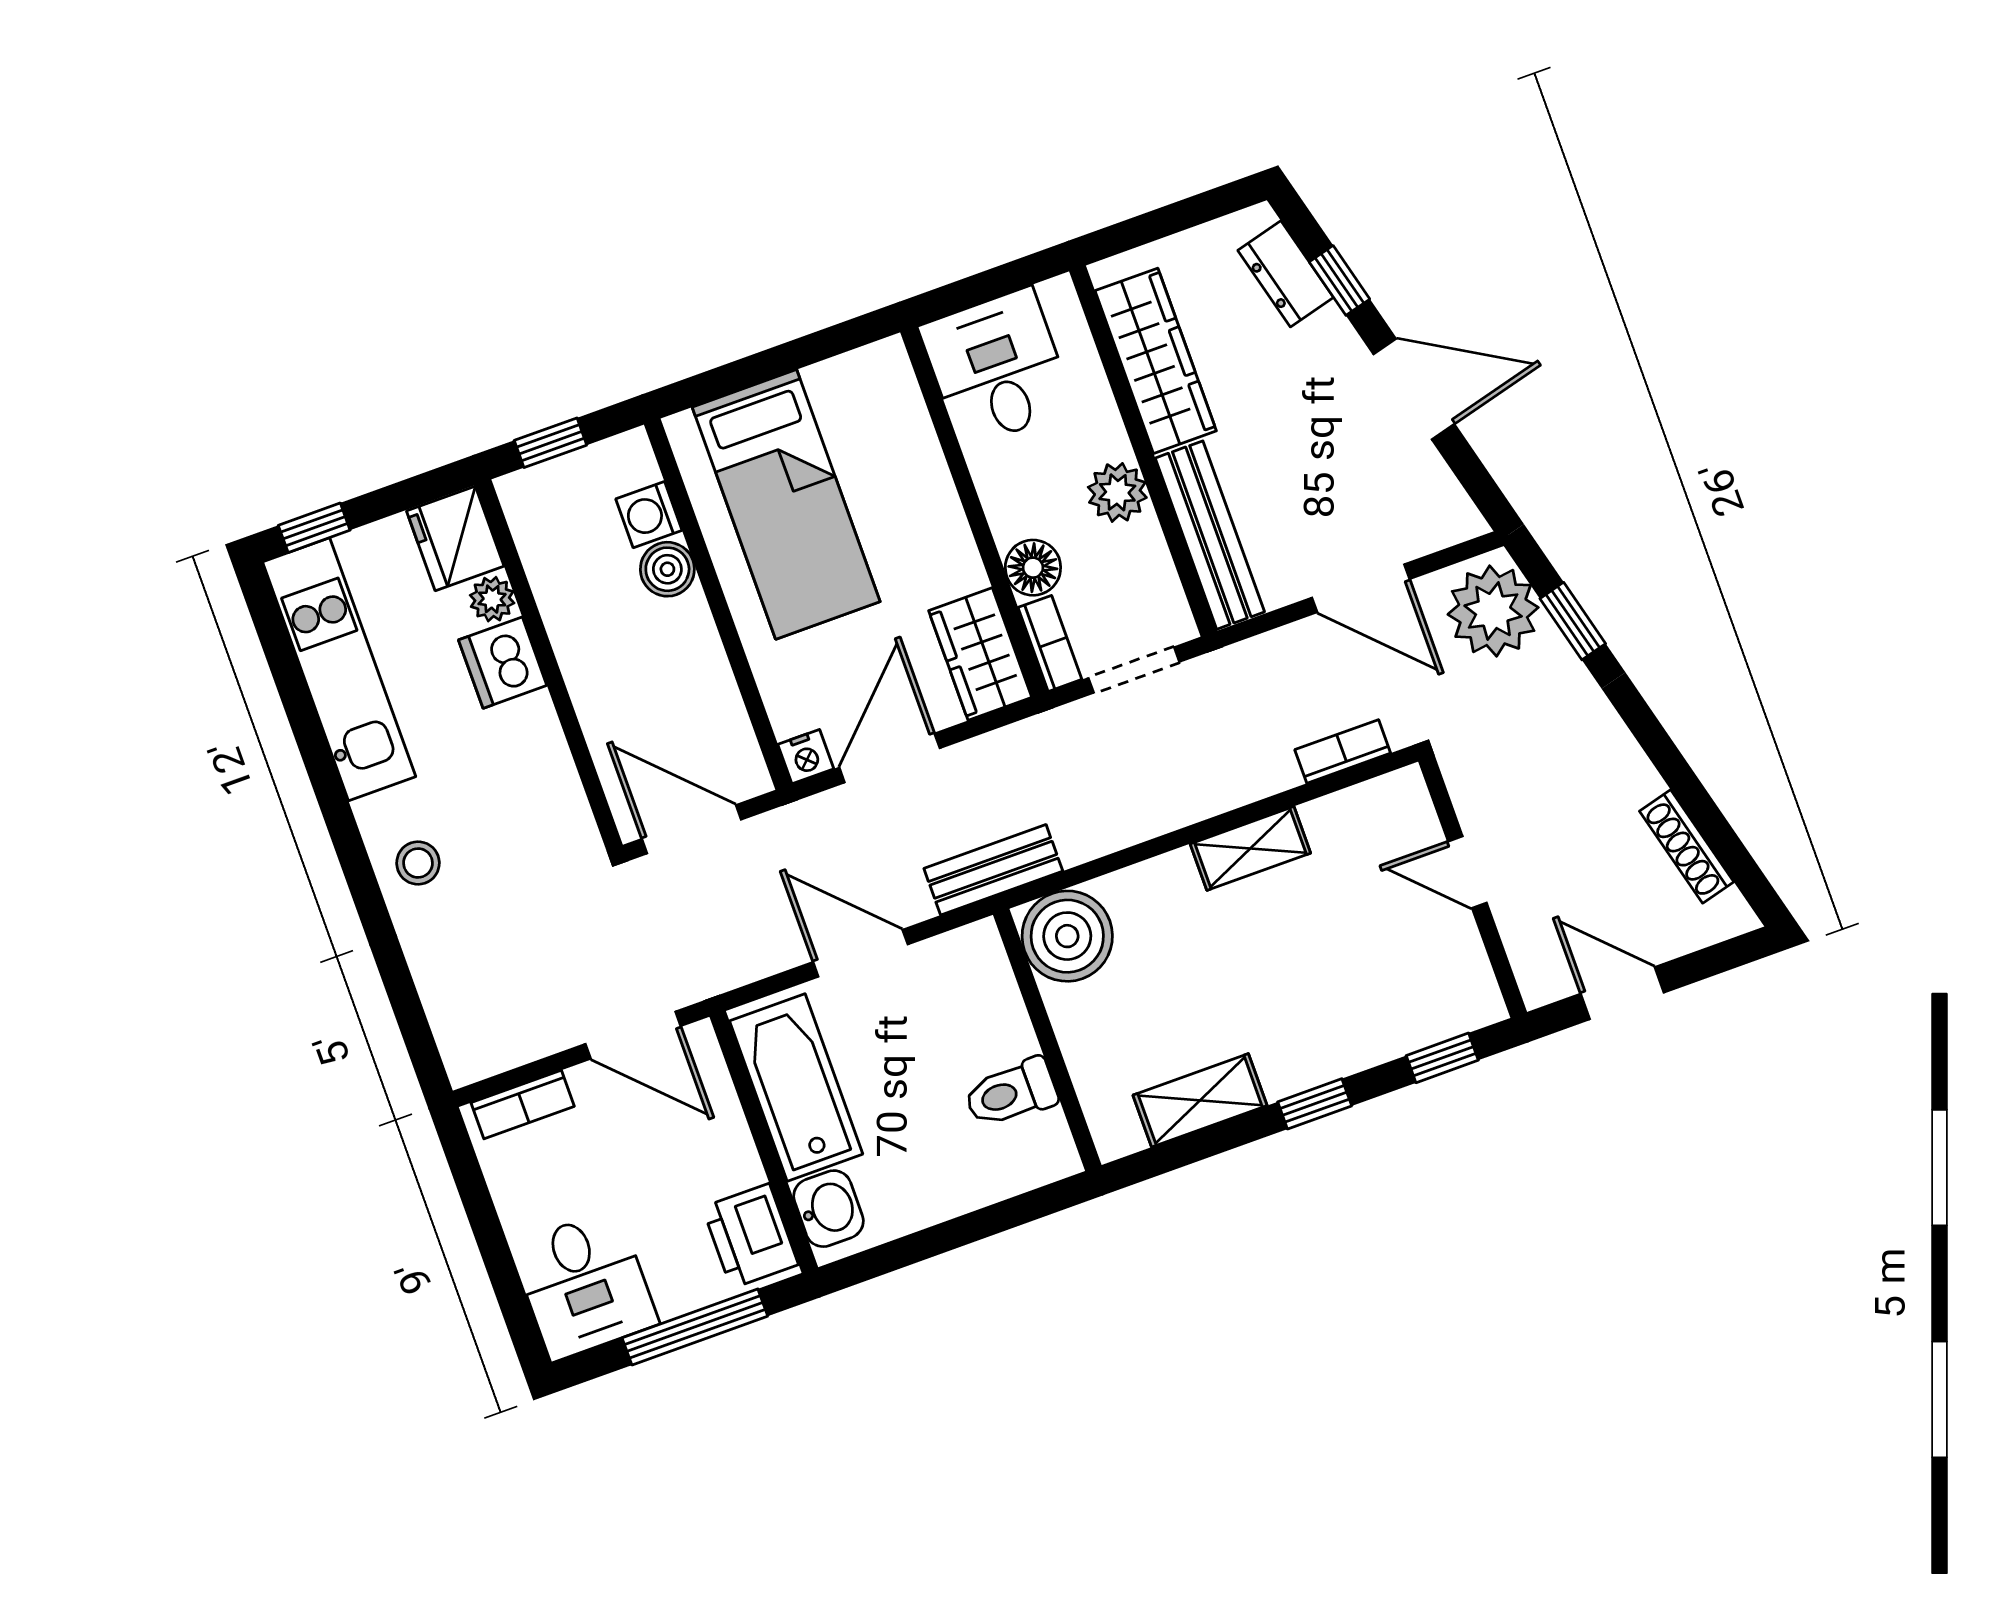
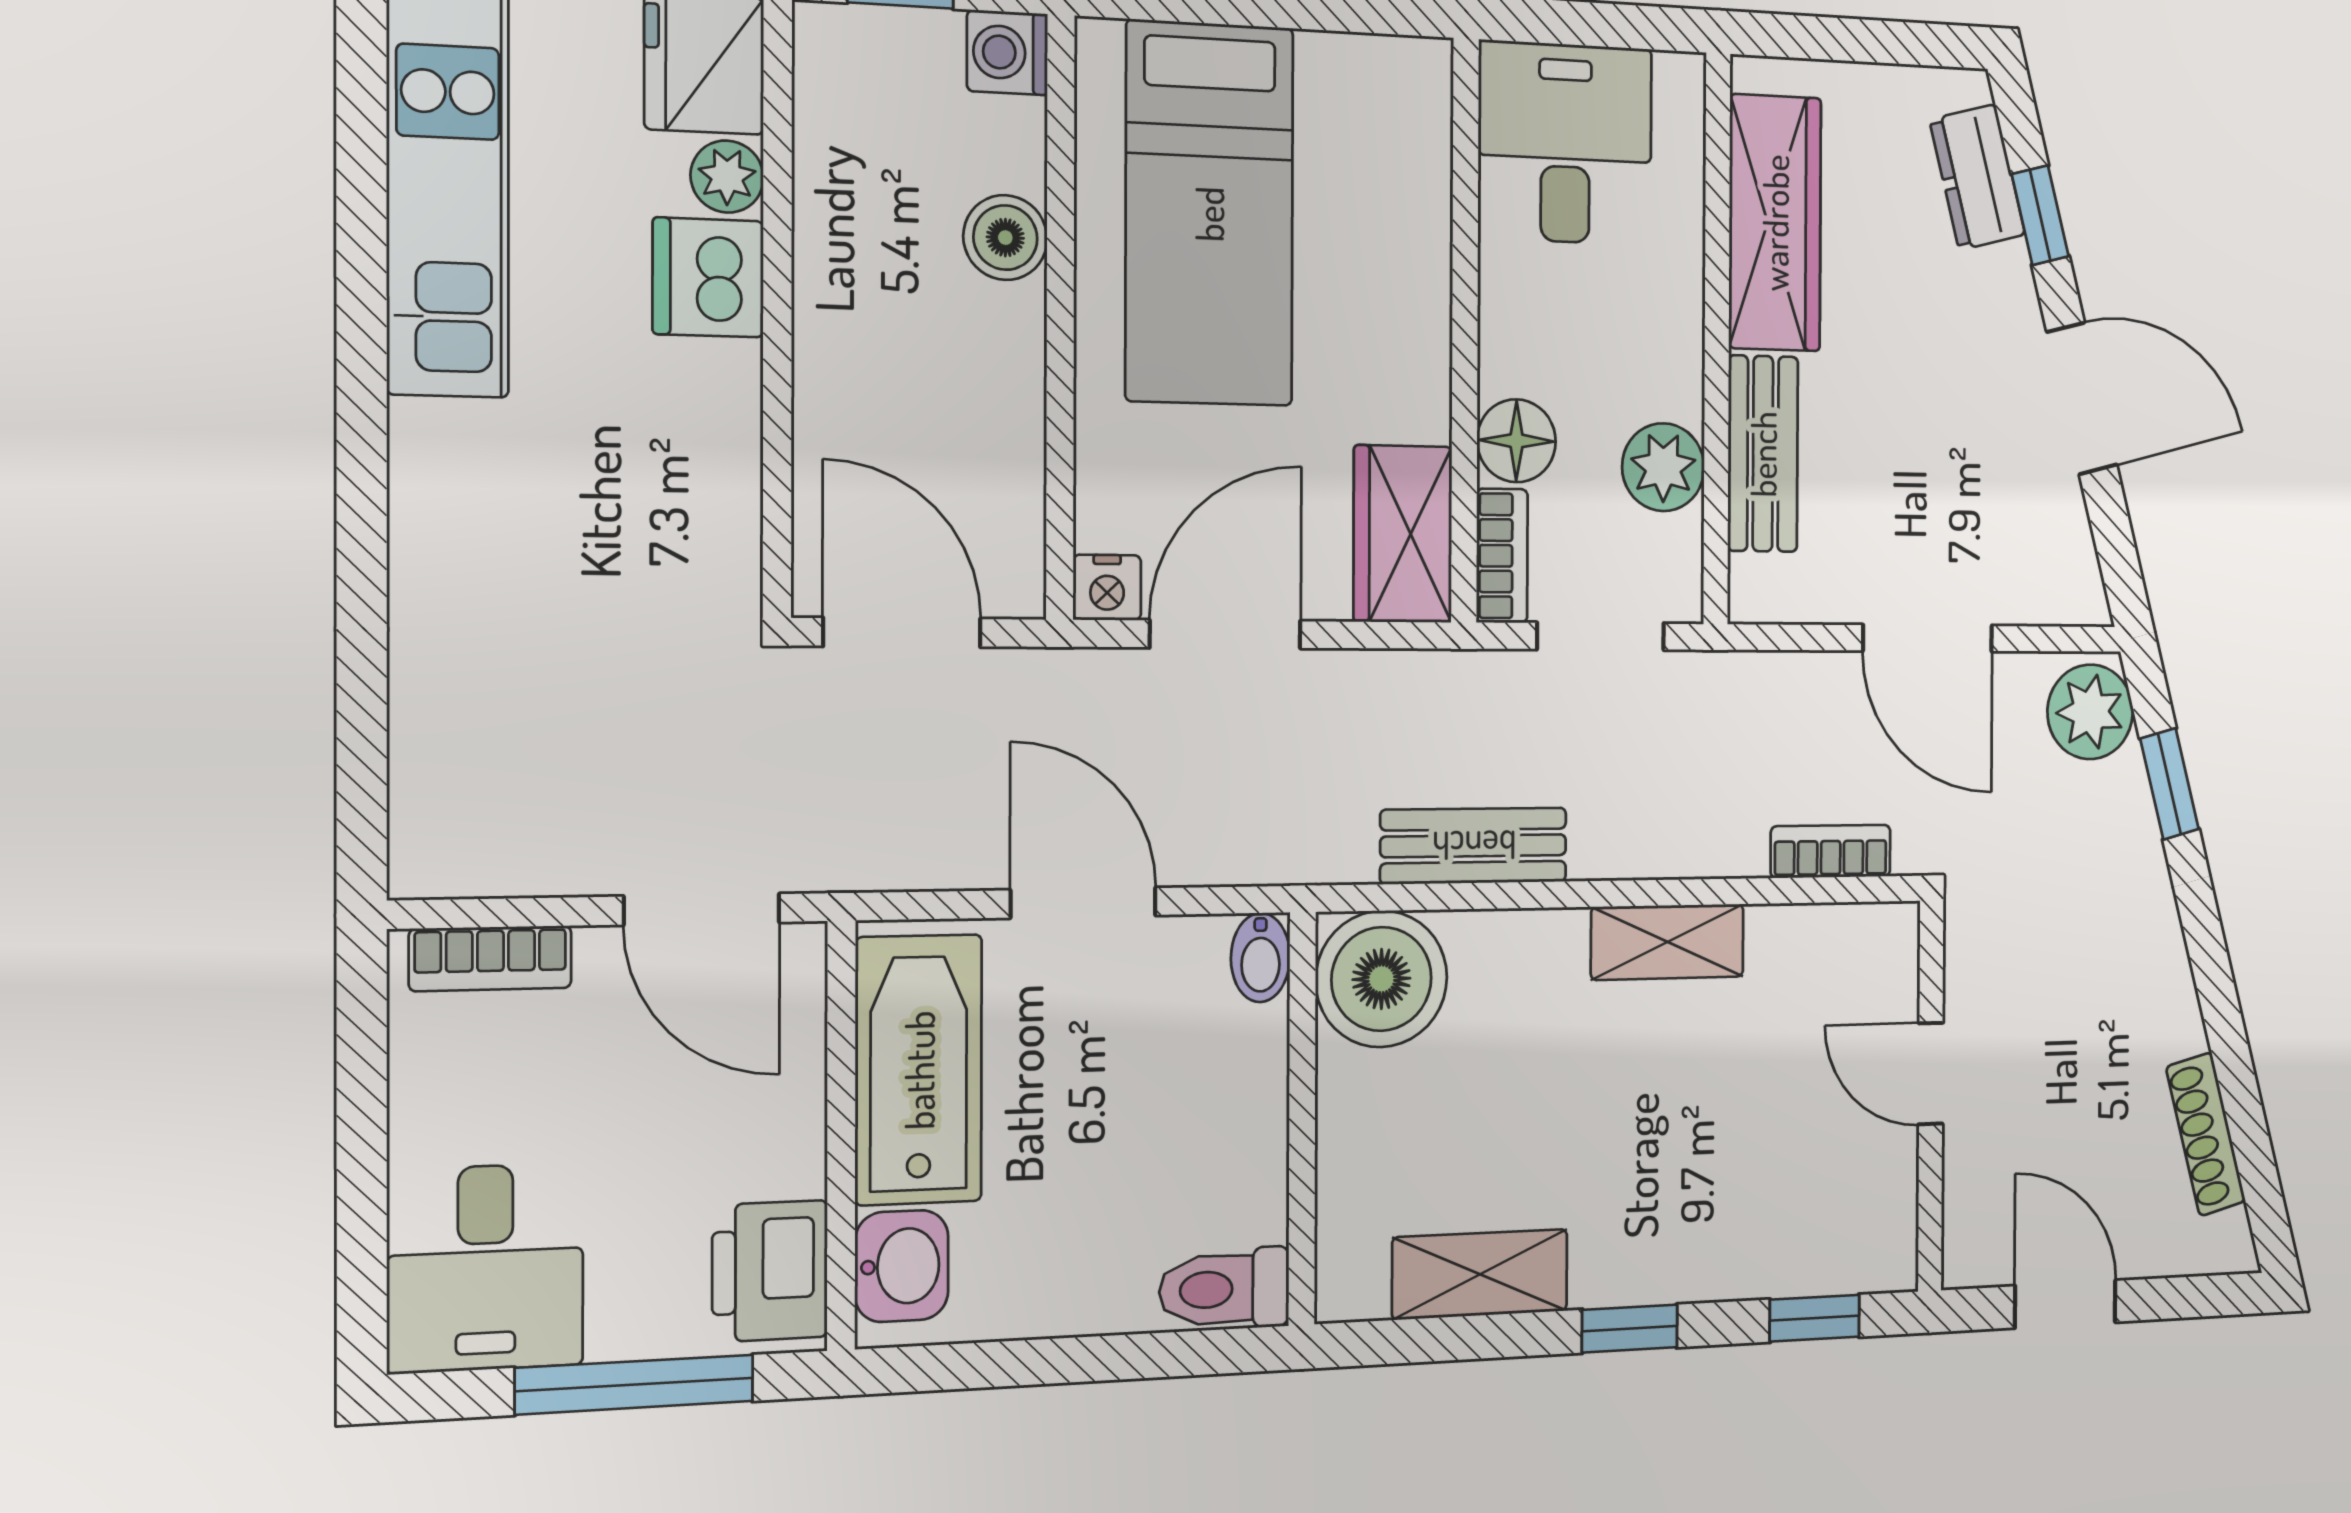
plant: (1117, 492) -> (1663, 467), moved
washing machine: (649, 515) -> (1007, 52), moved
bench: (1210, 535) -> (1763, 454), width x0.73
plant: (1493, 611) -> (2090, 712), width x0.73, depth x0.73
stool: (418, 863) -> (462, 530), removed
bench: (993, 870) -> (1474, 846), moved
bidet: (984, 949) -> (1260, 958), added
toilet: (1011, 1093) -> (1224, 1289), moved

